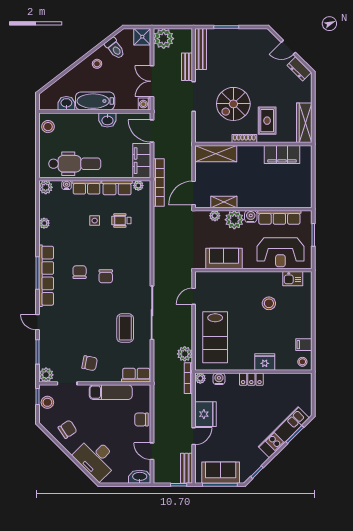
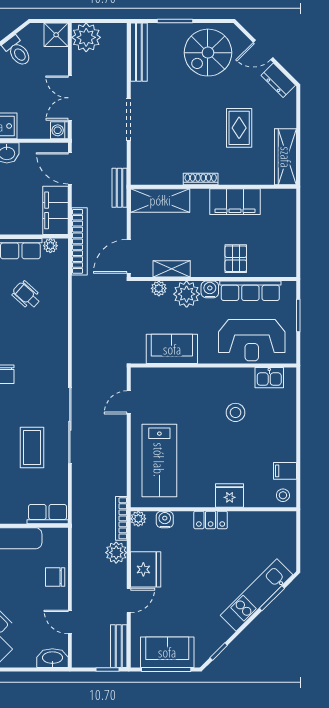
bench: (187, 67) -> (119, 188), moved
spiral stairs: (233, 104) -> (208, 53), moved
rug: (267, 121) -> (239, 128), moved
filing cabinet: (282, 154) -> (235, 202), moved
pallet: (269, 195) -> (236, 259), added
wheelchair: (121, 221) -> (27, 295), turned 42
plant: (185, 354) -> (116, 553), moved

